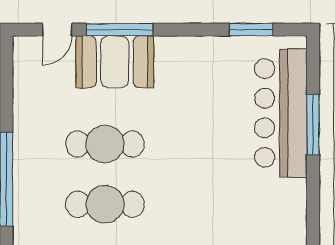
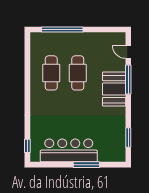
booth: (115, 62) -> (114, 89), moved
bar counter: (281, 113) -> (69, 150), moved

